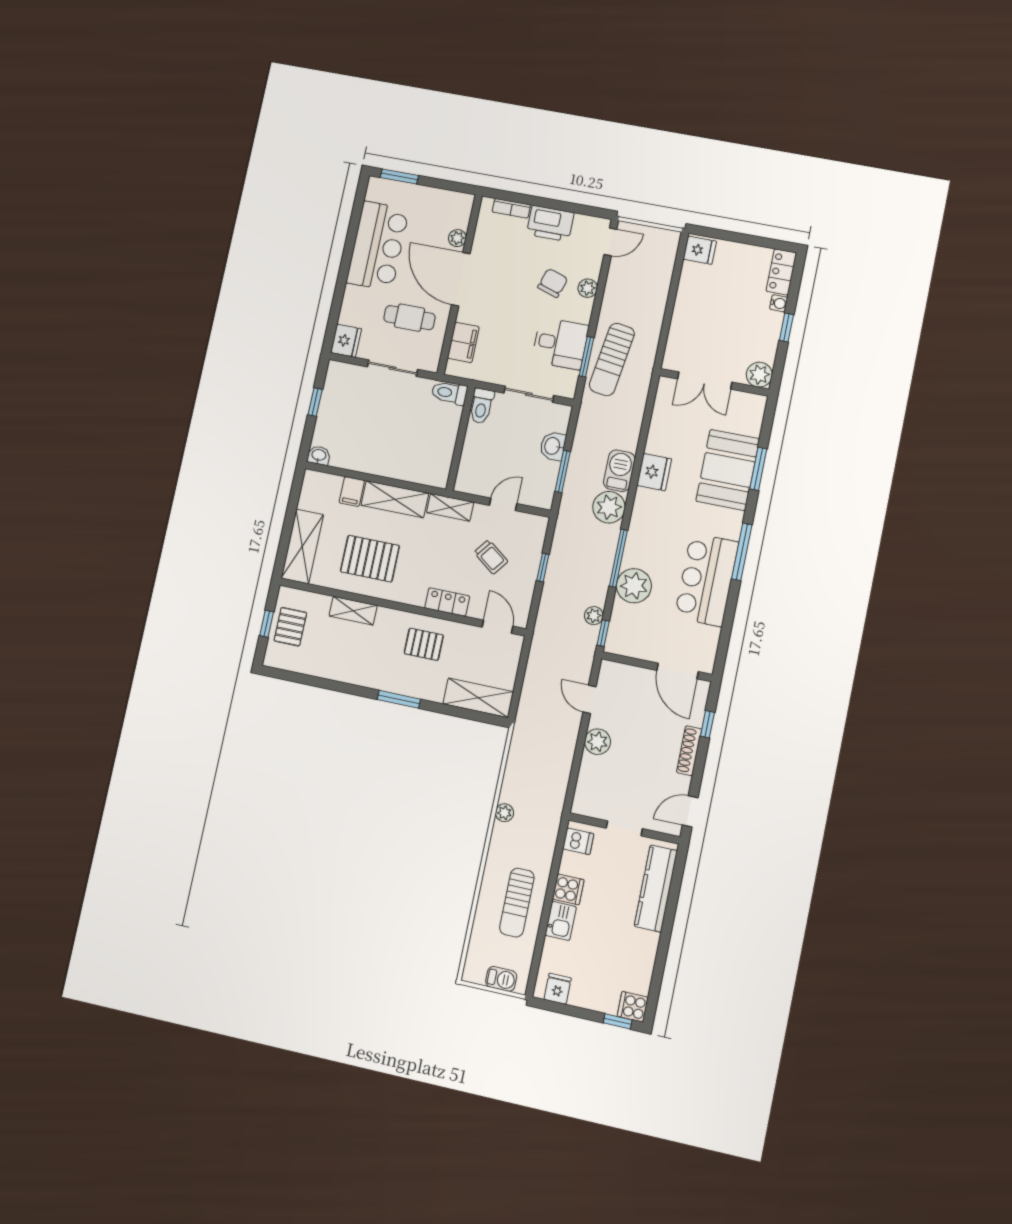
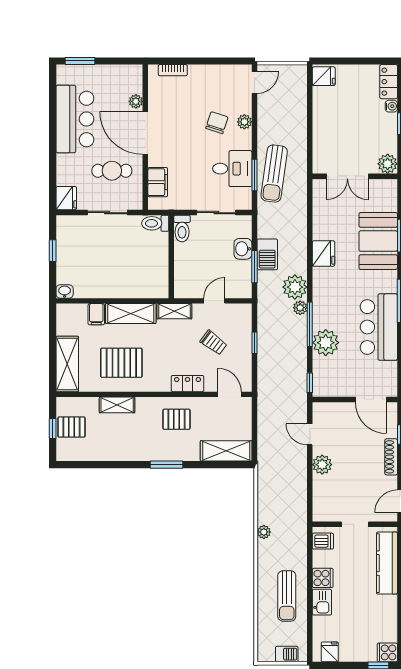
printer: (550, 223) -> (205, 77), removed
barbecue: (619, 471) -> (267, 254), moved, turned 180
plant: (594, 616) -> (300, 308), moved
pallet: (290, 627) -> (71, 427), turned 90

